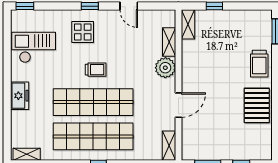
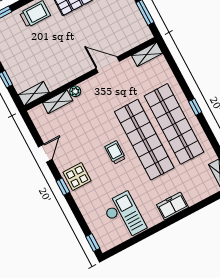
display table: (83, 32) -> (77, 177), moved
checkout: (34, 47) -> (124, 216), turned 180
plant: (165, 68) -> (75, 91), width x0.53, depth x0.53

